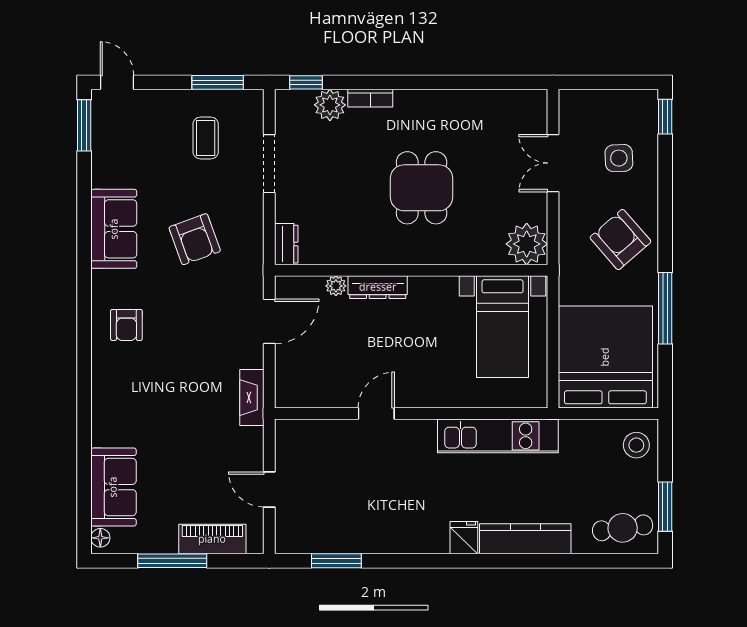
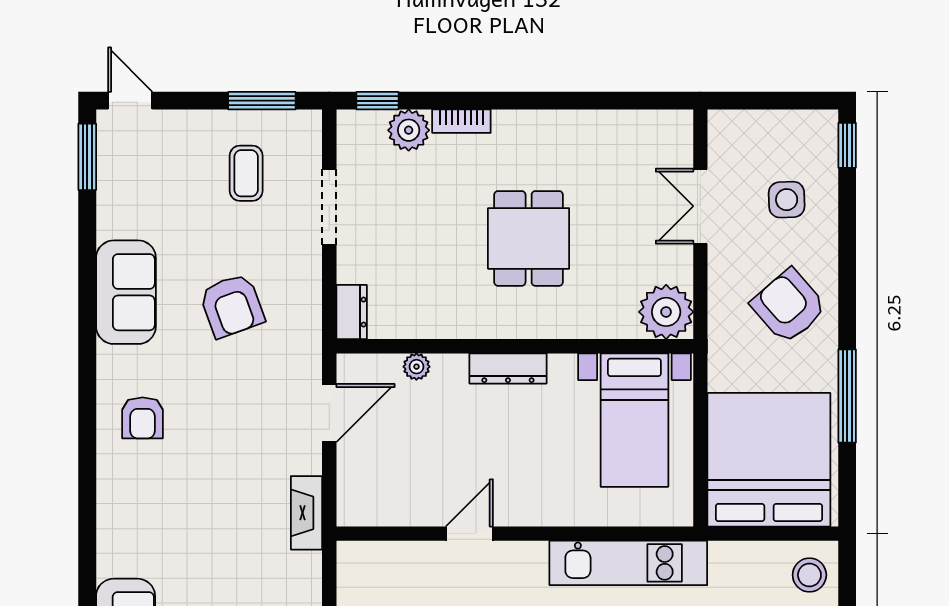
dresser: (378, 287) -> (508, 368), moved

